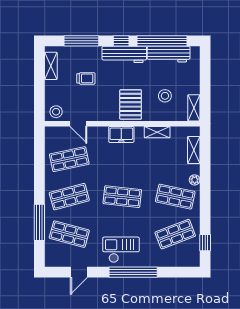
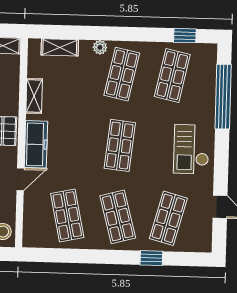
door: (78, 124) -> (20, 179), moved
freezer: (121, 134) -> (36, 144), width x1.40
window: (39, 222) -> (151, 258), width x0.46
shop shelf: (175, 234) -> (172, 75), turned 33
window: (133, 272) -> (223, 97), moved

